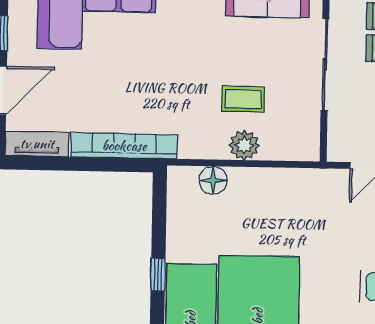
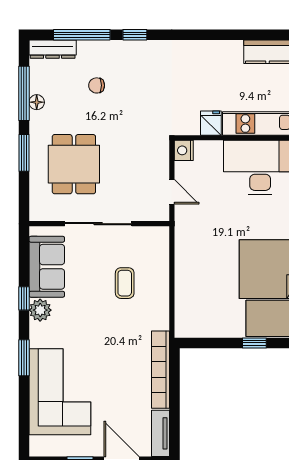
plant: (244, 145) -> (158, 282), removed
floor lamp: (213, 180) -> (185, 304), removed

